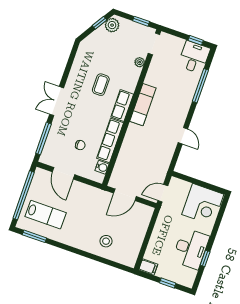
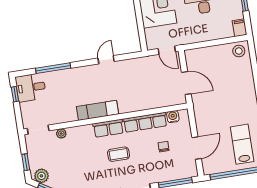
window: (141, 21) -> (26, 162), moved
coffee table: (101, 85) -> (119, 154), moved
stool: (106, 241) -> (239, 51), moved

